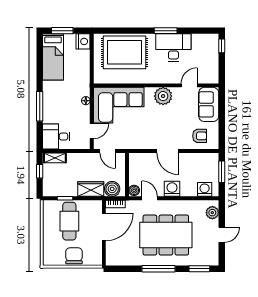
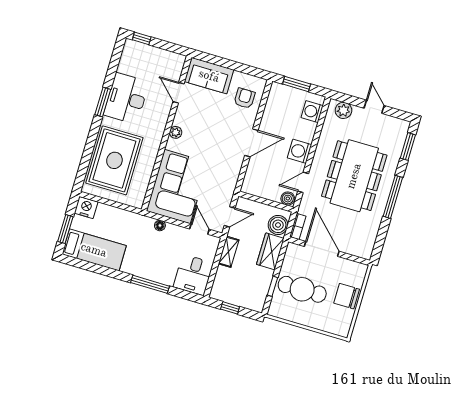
plant: (163, 96) -> (176, 132), width x0.53, depth x0.53
shelving: (55, 158) -> (229, 252), moved

